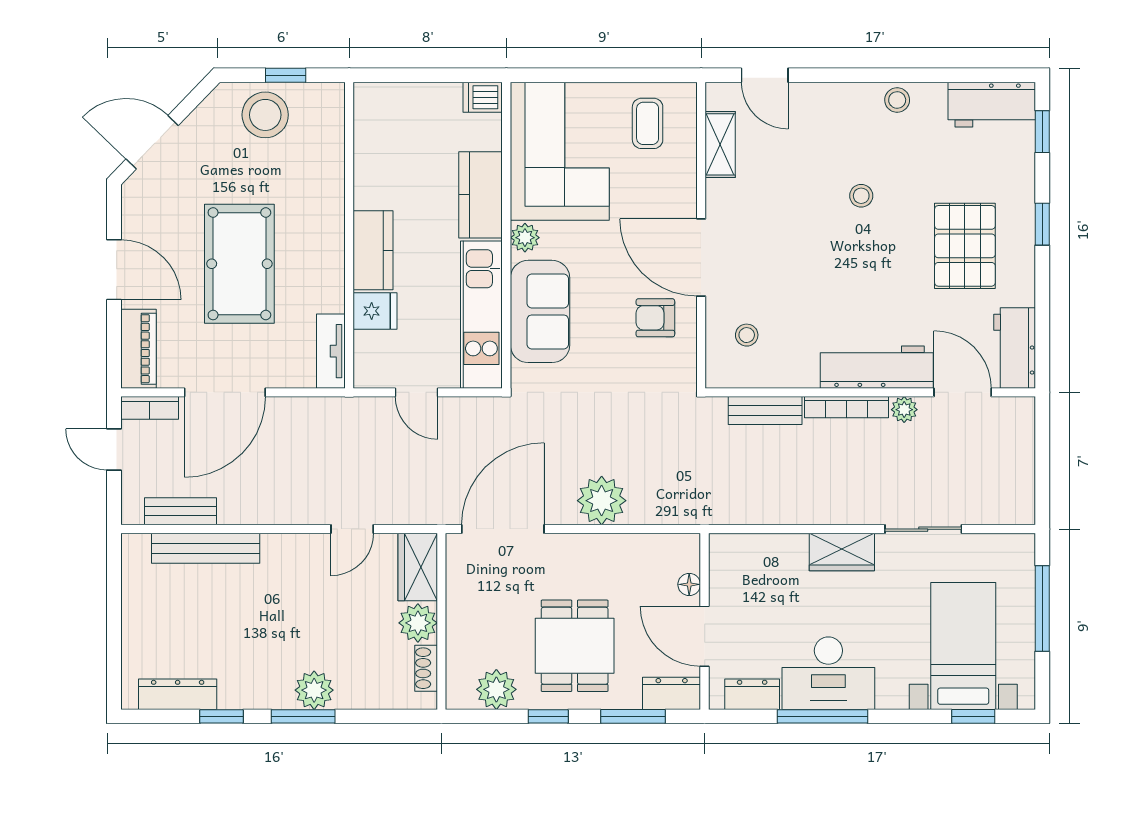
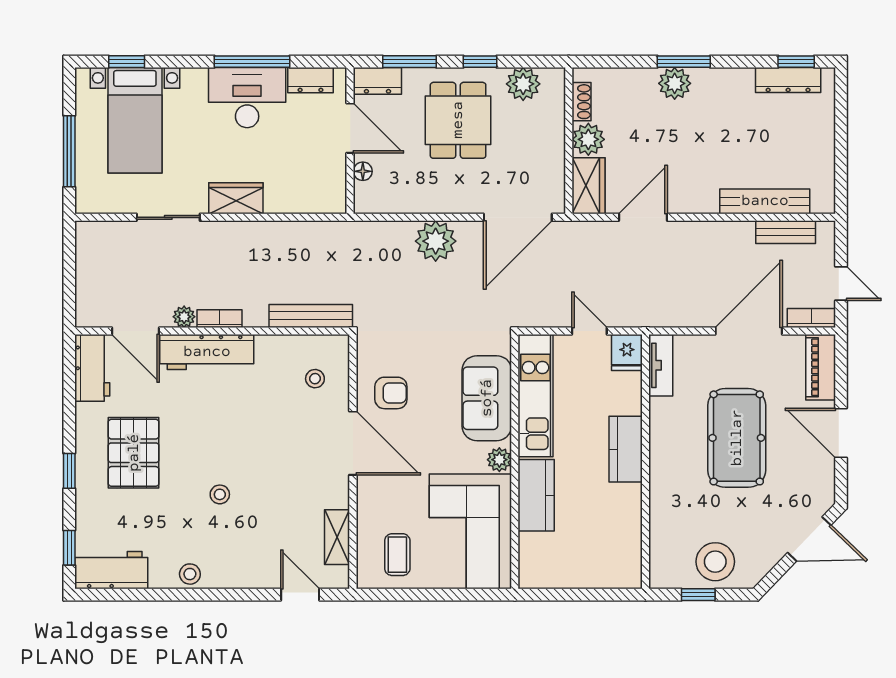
dishwasher: (483, 97) -> (535, 576), removed
fridge: (375, 311) -> (627, 353), moved, turned -90
bookcase: (847, 407) -> (219, 319), width x0.64
bench: (765, 410) -> (311, 316), width x1.36
door: (352, 529) -> (643, 217), width x1.38
window: (221, 716) -> (796, 62), moved

